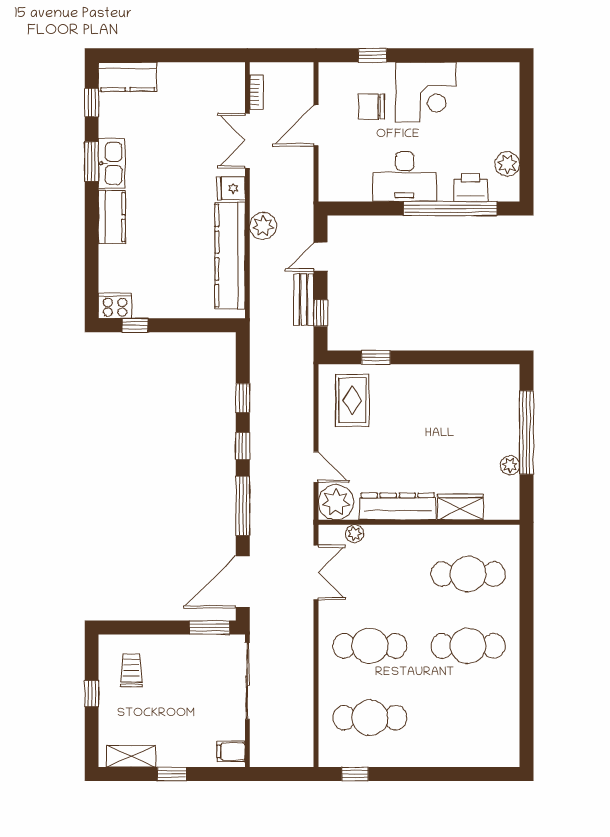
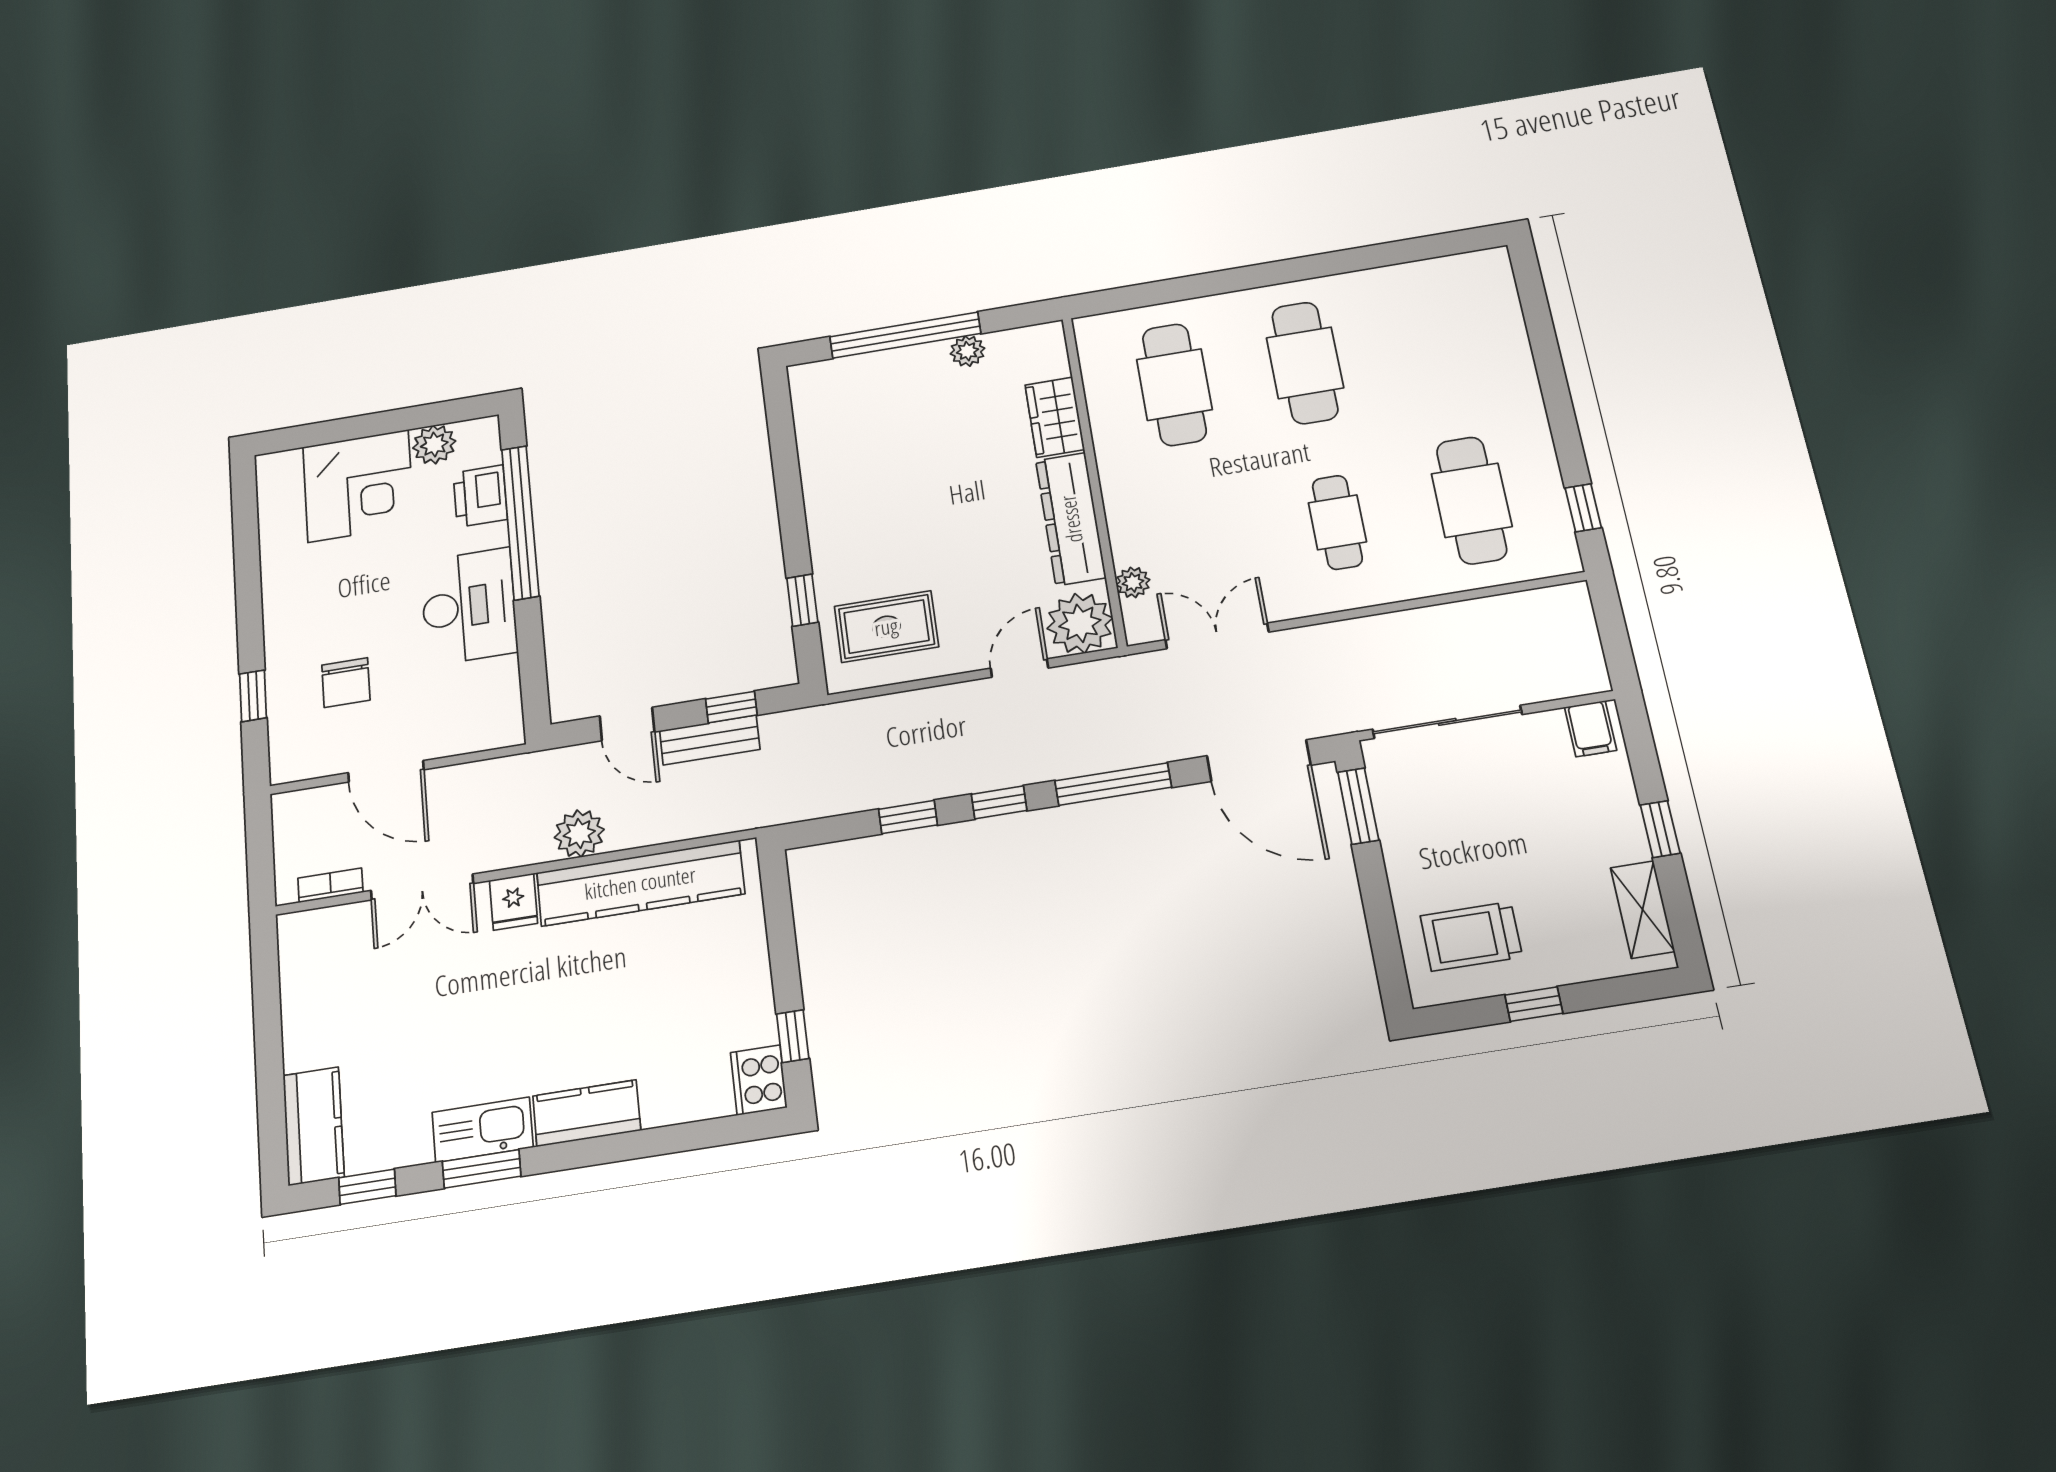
corner desk: (426, 92) -> (358, 486), moved, turned 90
cafe table: (370, 646) -> (1337, 522), width x0.73, depth x0.74
trolley: (131, 670) -> (1471, 936), width x1.36, depth x1.39

